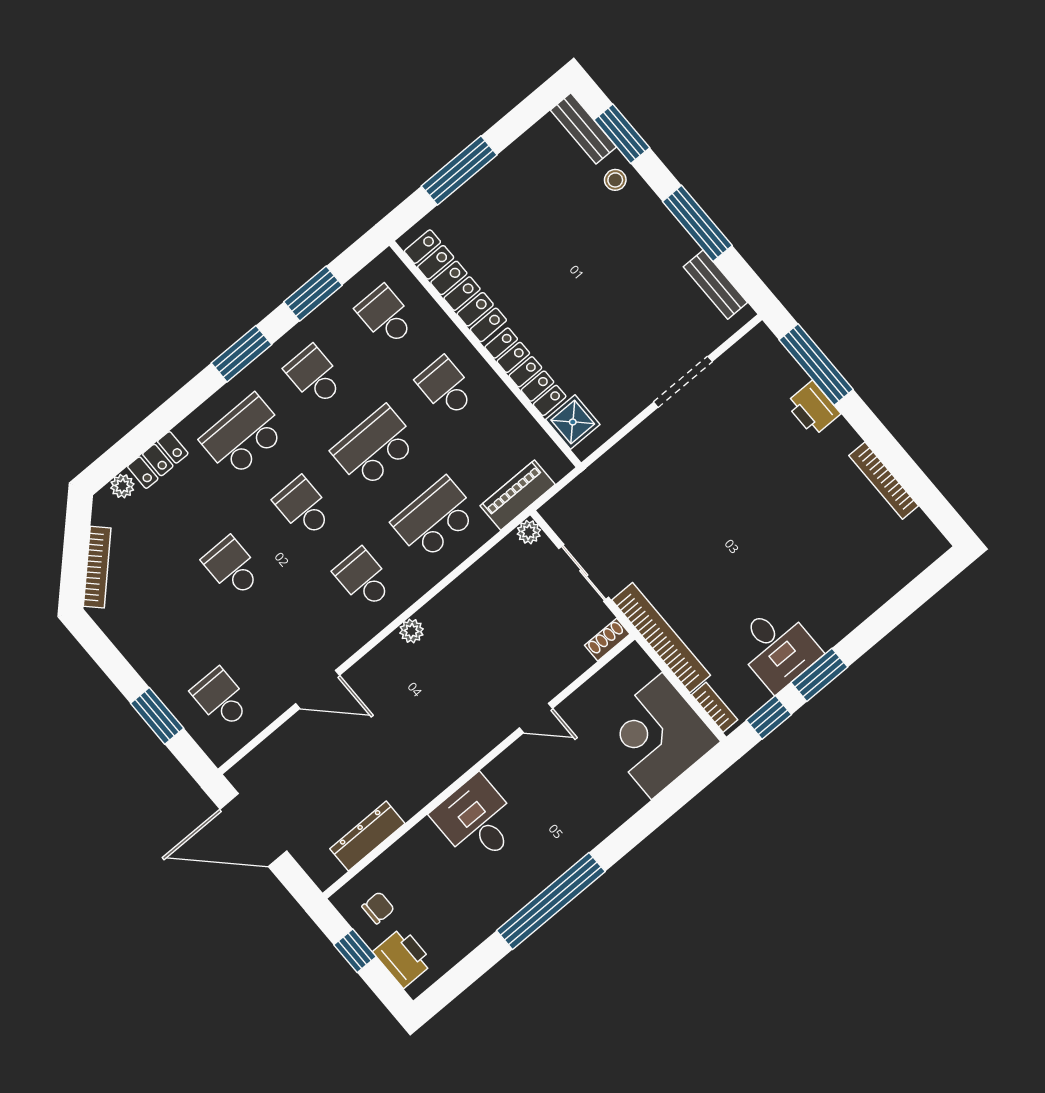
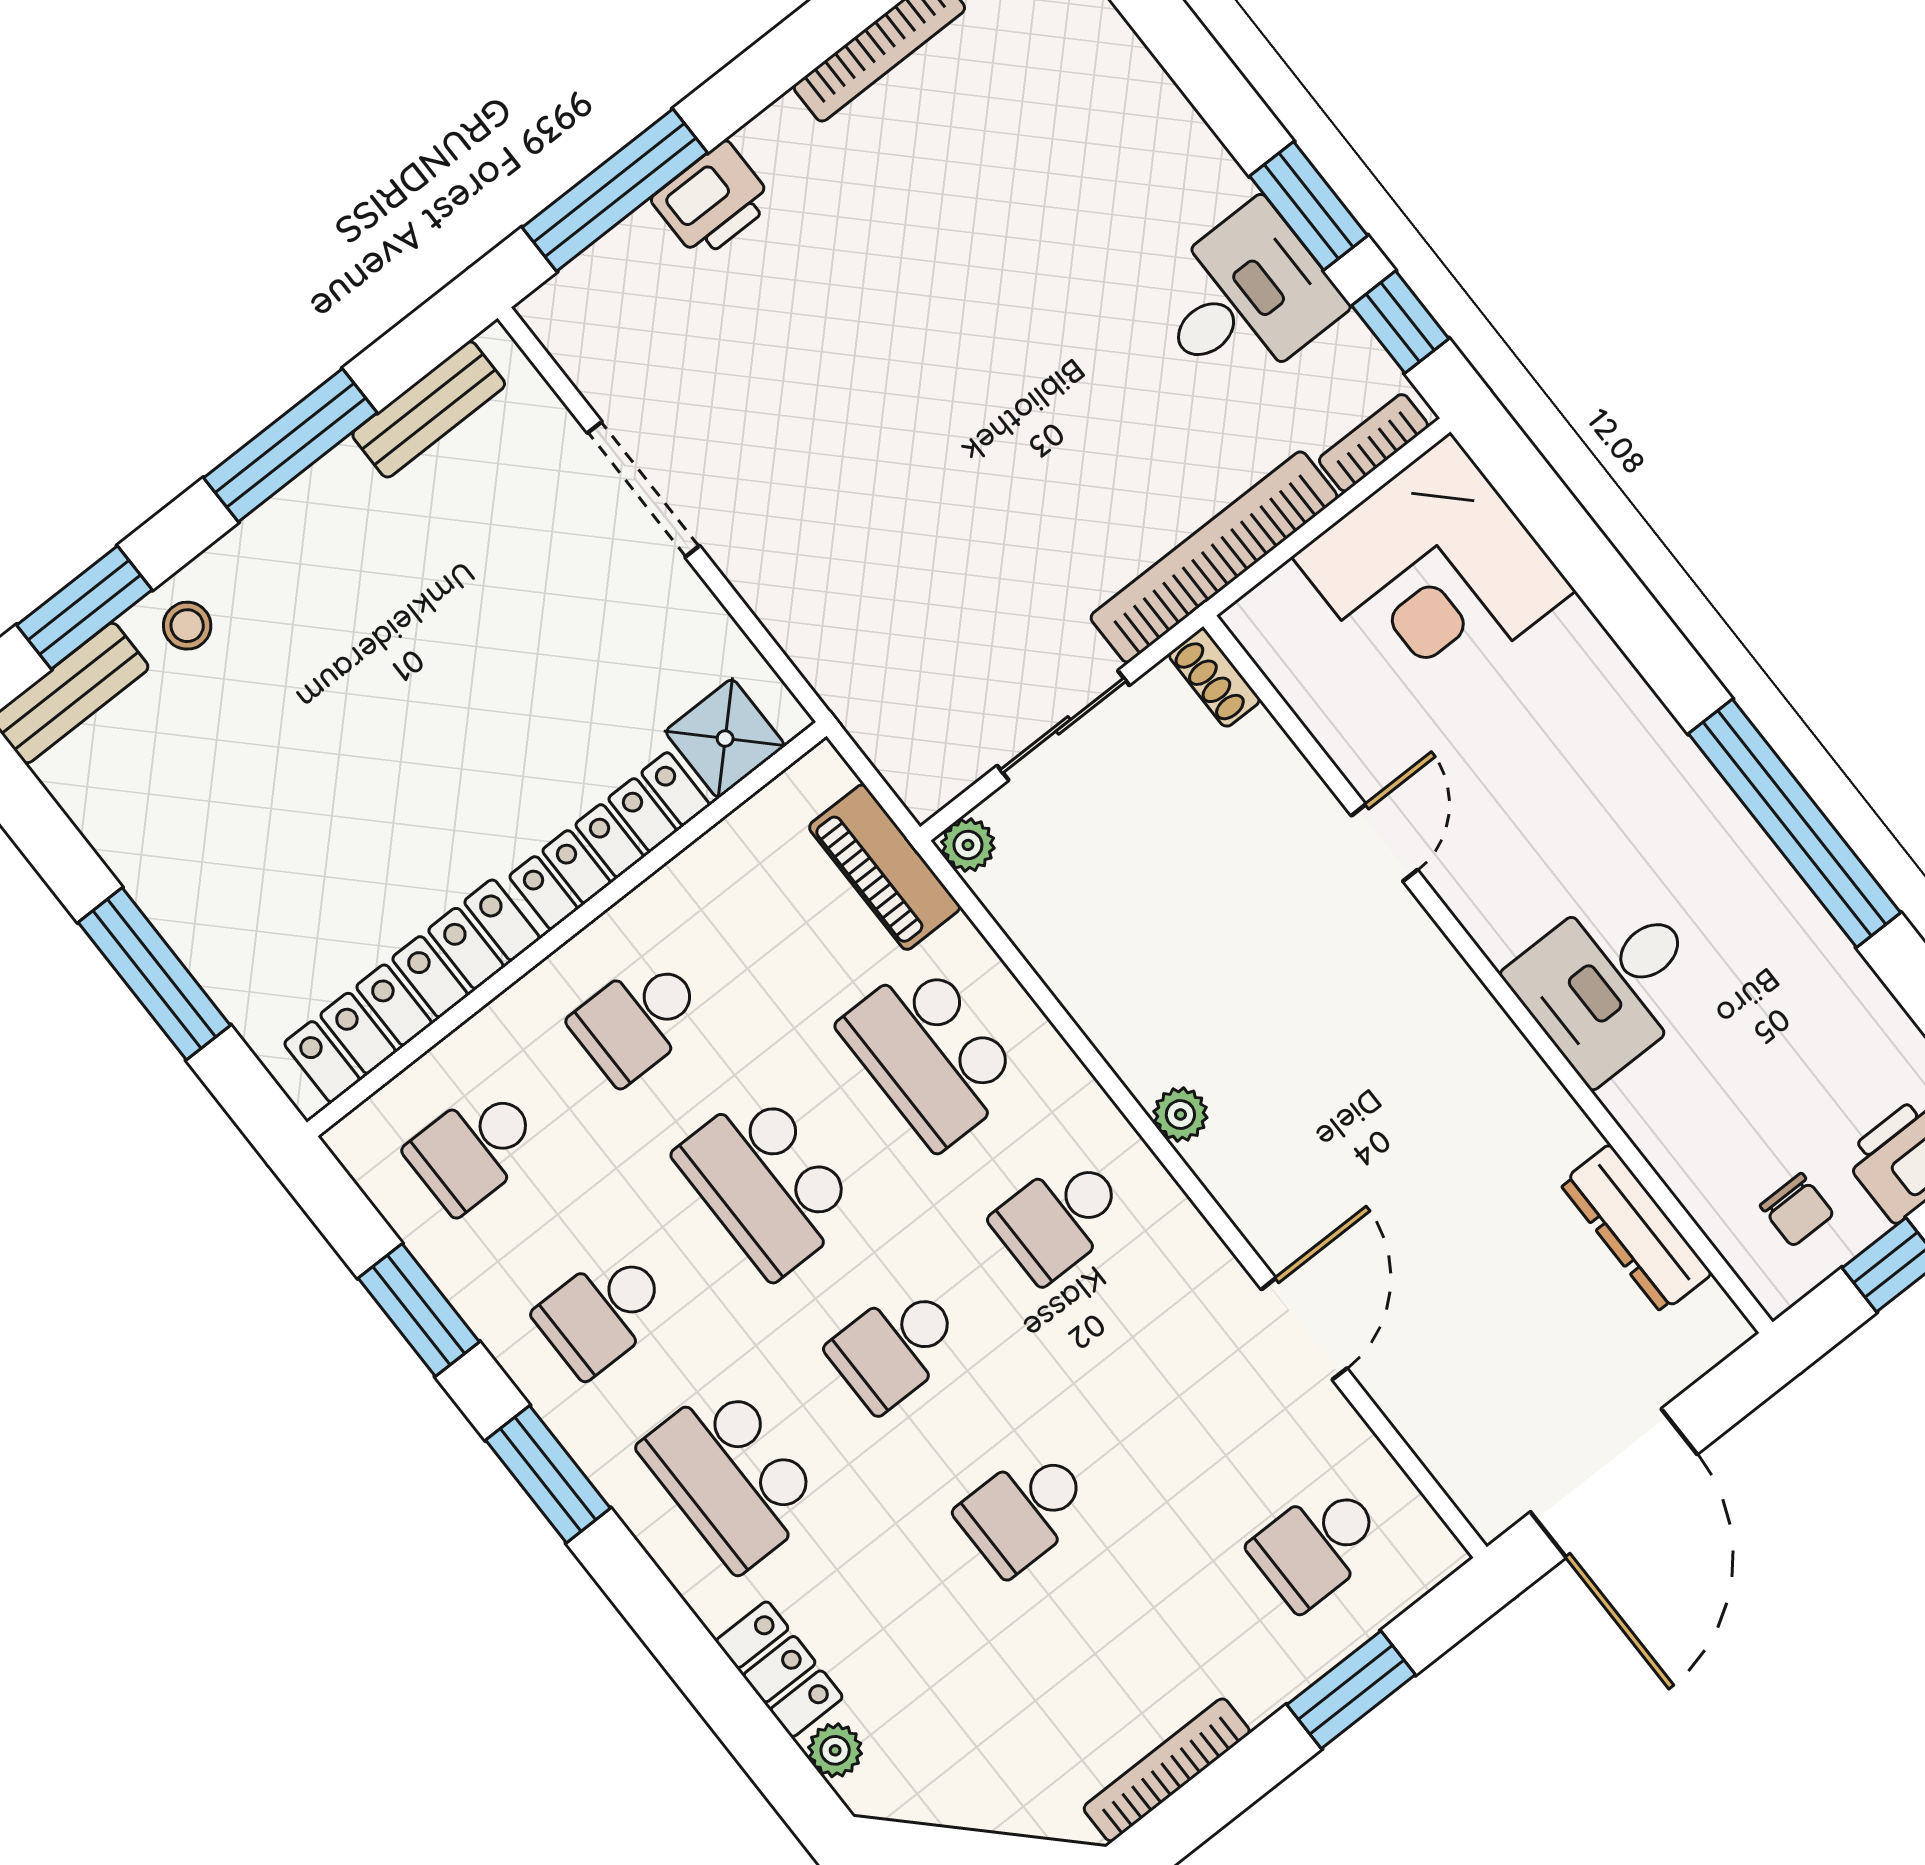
bookcase: (97, 567) -> (1167, 1770), moved, turned -45
chair: (378, 908) -> (1797, 1210), turned 180

